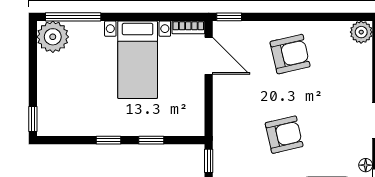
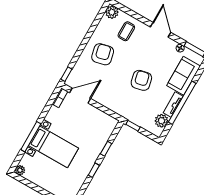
window: (73, 17) -> (31, 137), moved
plant: (53, 37) -> (20, 170), width x0.53, depth x0.53
bed with nightstands: (138, 60) -> (54, 147), moved
coffee table: (345, 70) -> (126, 31), added

